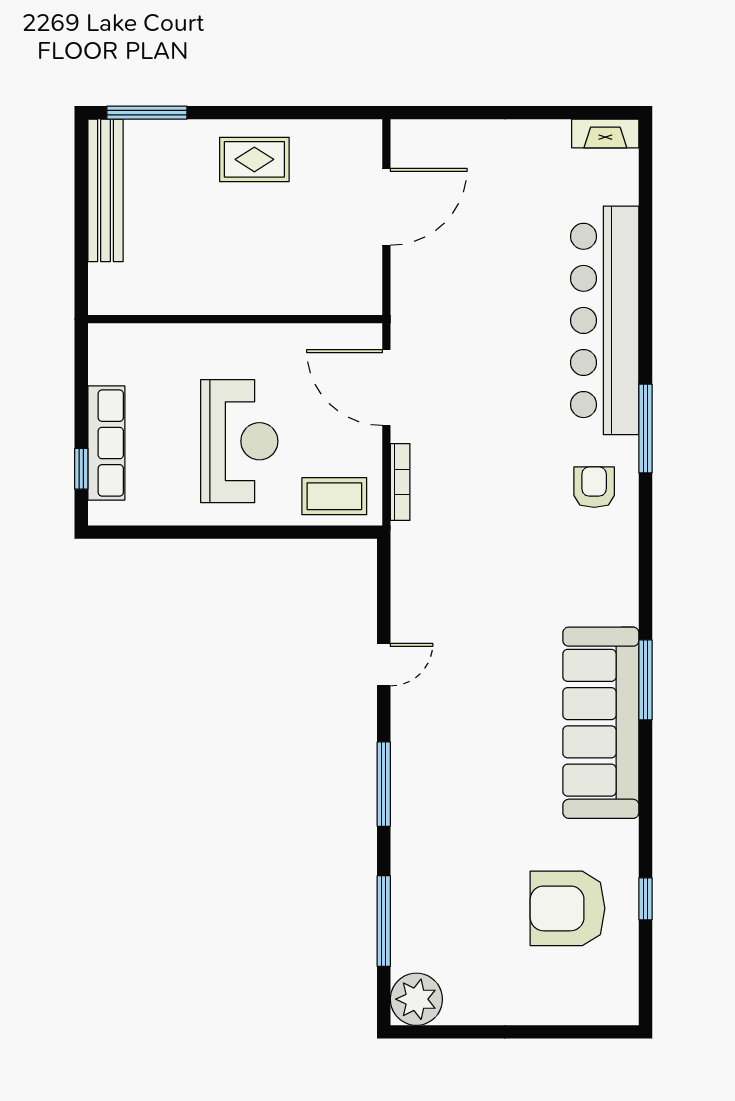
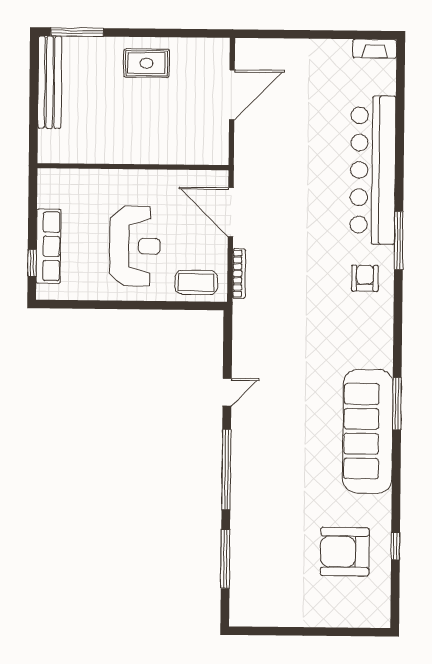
window: (384, 784) -> (226, 470), width x1.46
plant: (416, 999) -> (246, 610), removed

